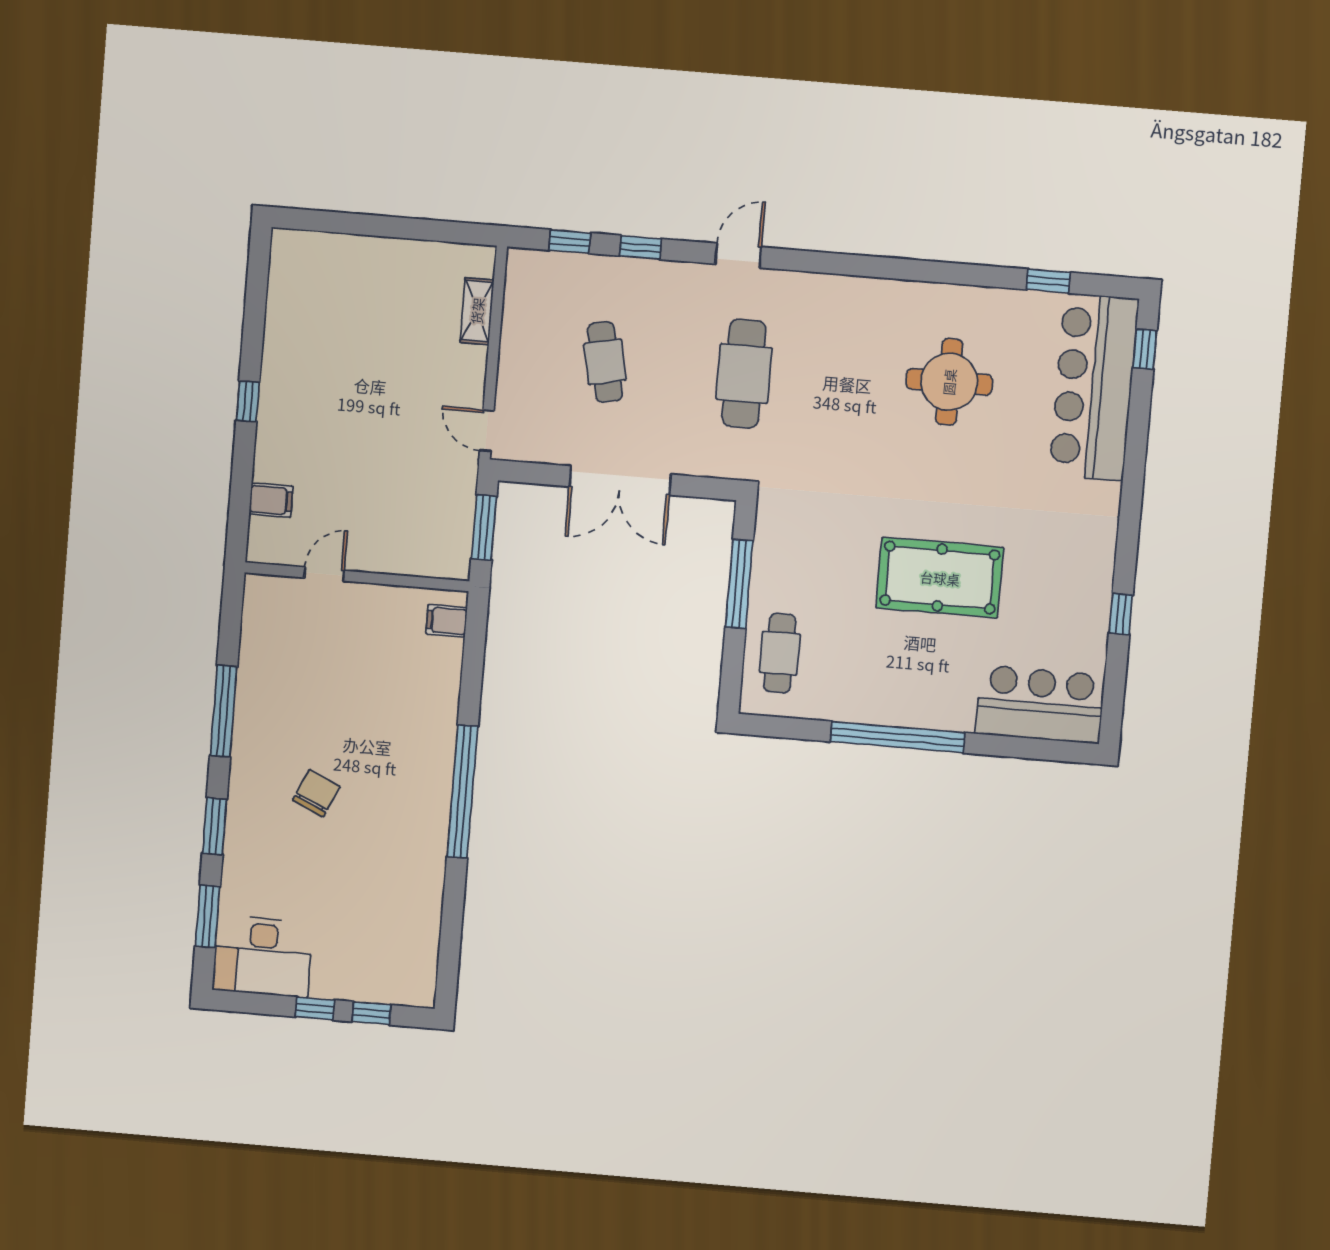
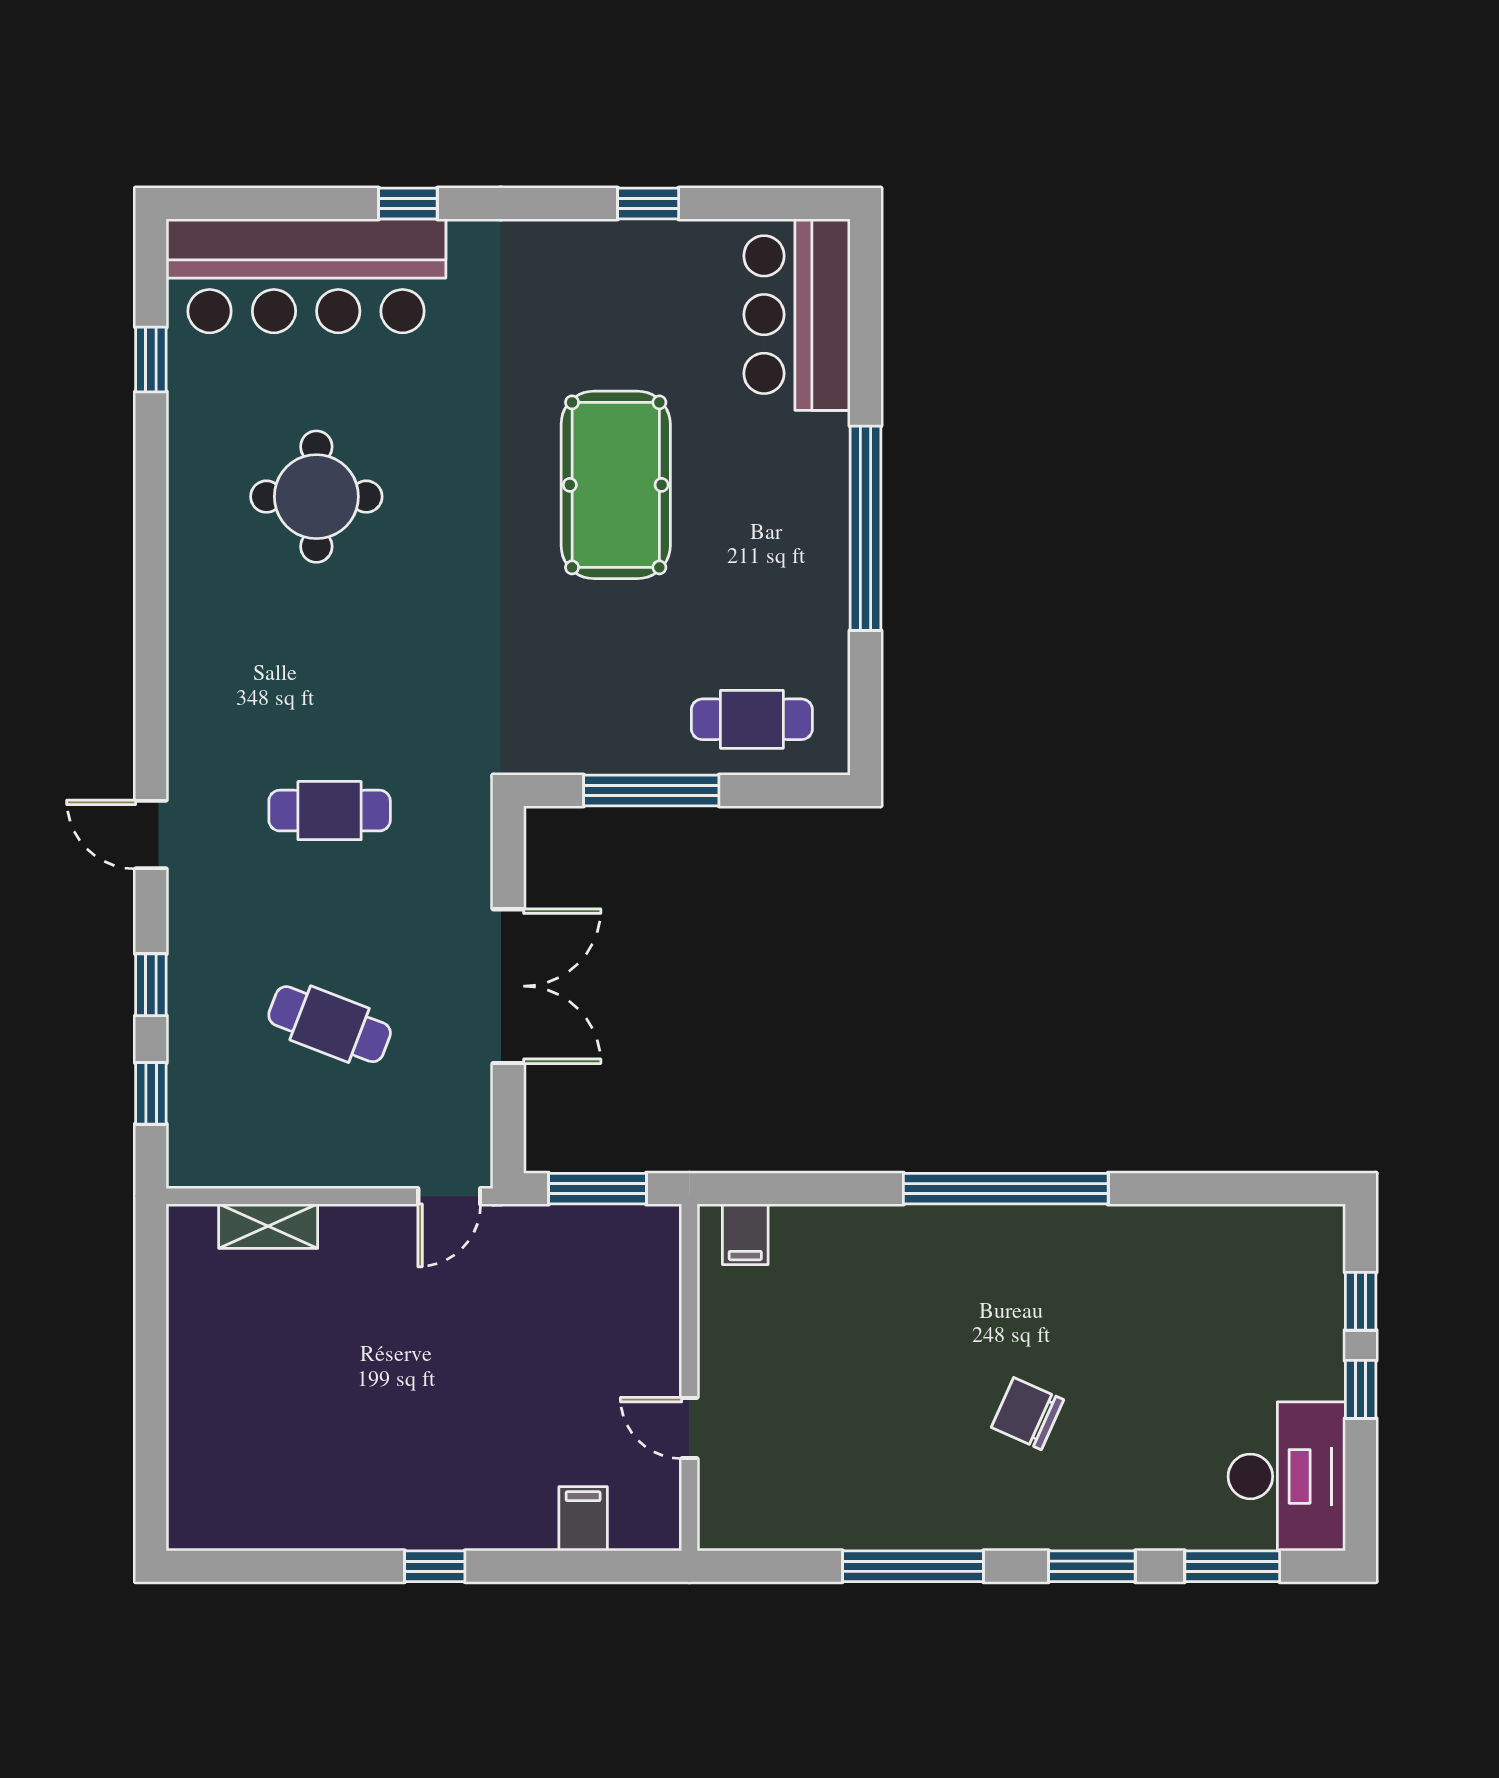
window: (1145, 349) -> (408, 204), moved
cafe table: (605, 362) -> (330, 1024), turned 33
cafe table: (744, 374) -> (330, 811), width x0.73, depth x0.74

